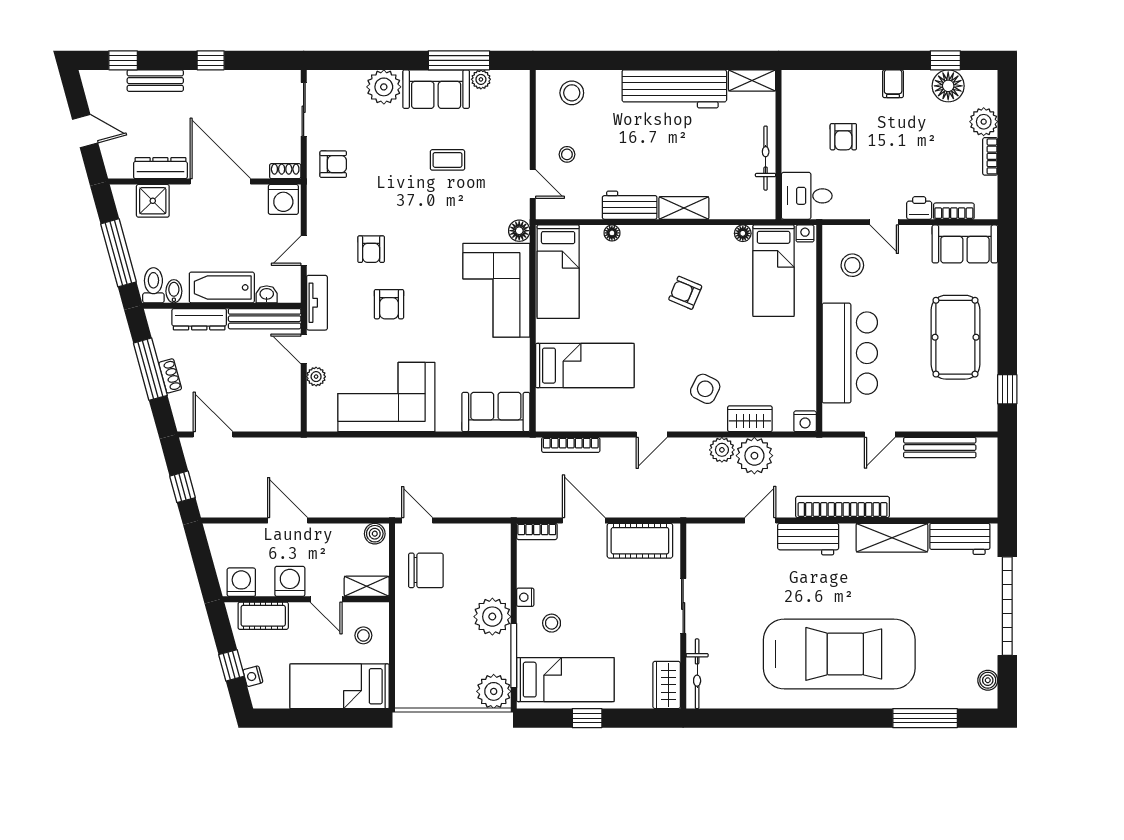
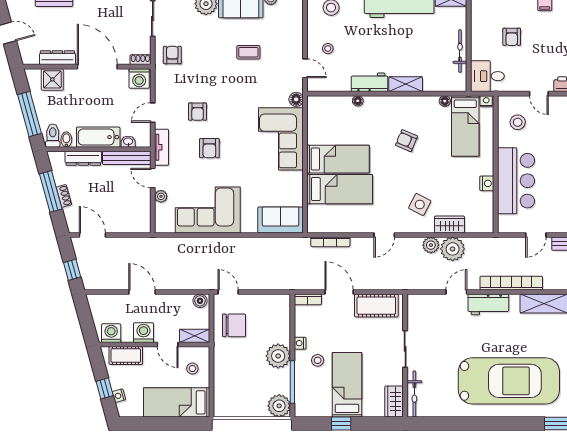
armchair: (333, 164) -> (172, 55), turned -90
bed: (558, 272) -> (338, 159), moved, turned -90
nightstand: (805, 421) -> (487, 183), moved, turned -90
bed: (565, 680) -> (347, 385), moved, turned -90

